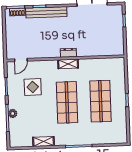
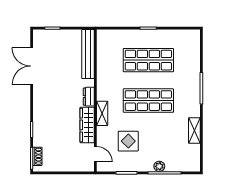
bench: (46, 12) -> (88, 54), moved
wardrobe: (45, 52) -> (87, 125), added
shelving: (68, 64) -> (102, 113), moved

